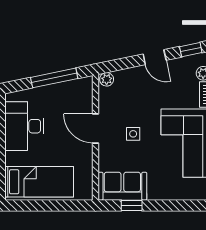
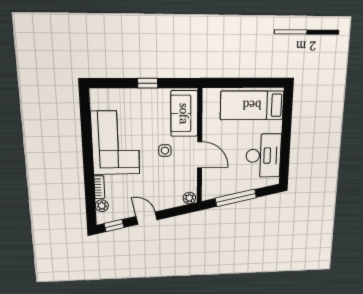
sofa: (122, 186) -> (184, 114), moved, turned 90
window: (132, 205) -> (148, 83), moved

